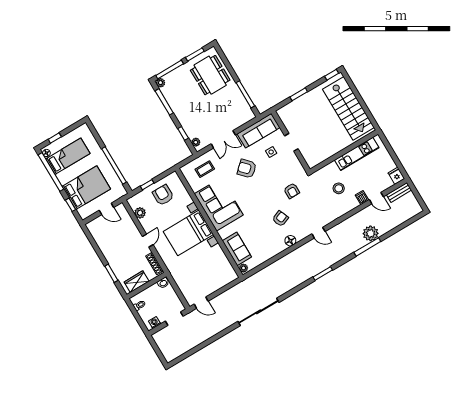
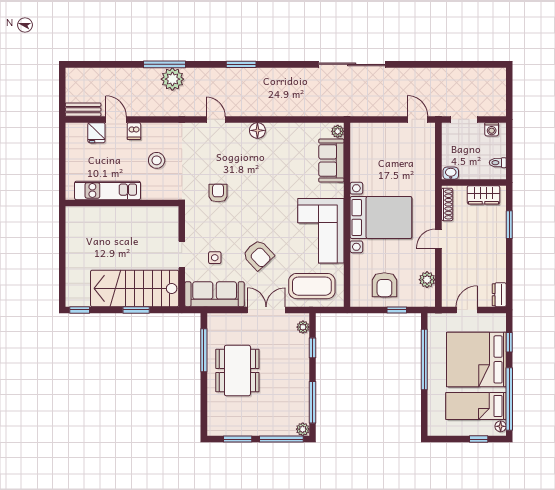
dining table: (210, 75) -> (237, 370), moved
stairs: (348, 108) -> (135, 288), moved, turned -90
coffee table: (205, 169) -> (312, 286), width x1.86, depth x1.72
fridge: (396, 176) -> (96, 133), moved
bed: (86, 188) -> (476, 359), width x1.36
door: (106, 209) -> (467, 310), hinge flipped
armchair: (280, 219) -> (253, 166), removed
dresser: (93, 229) -> (499, 295), added
plant: (371, 233) -> (172, 79), moved

